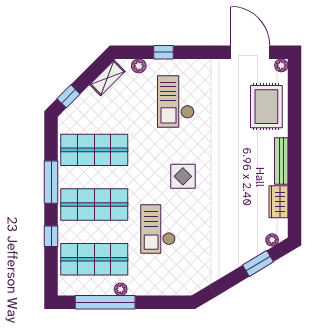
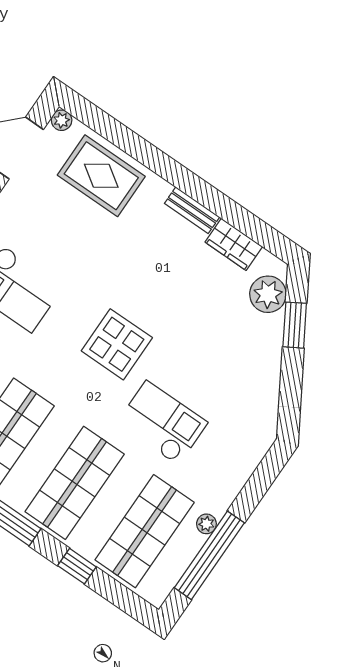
bench: (281, 161) -> (192, 210), width x0.73
display table: (183, 176) -> (117, 344), width x1.36, depth x1.36
checkout: (158, 229) -> (162, 423), turned 180
plant: (272, 240) -> (268, 294), width x1.88, depth x1.88

